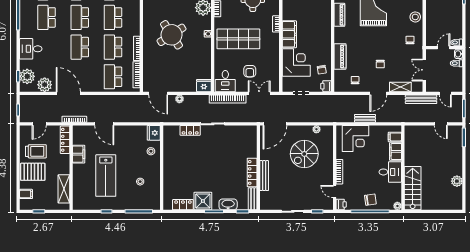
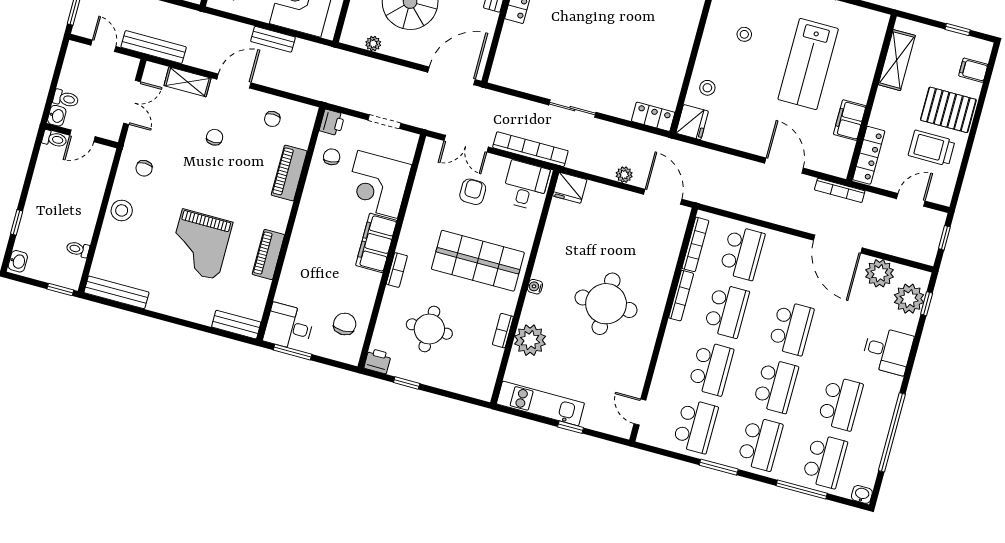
round table: (172, 35) -> (606, 304), turned 33
locker: (190, 130) -> (653, 117), moved
lab bench: (106, 176) -> (808, 64), turned 180

